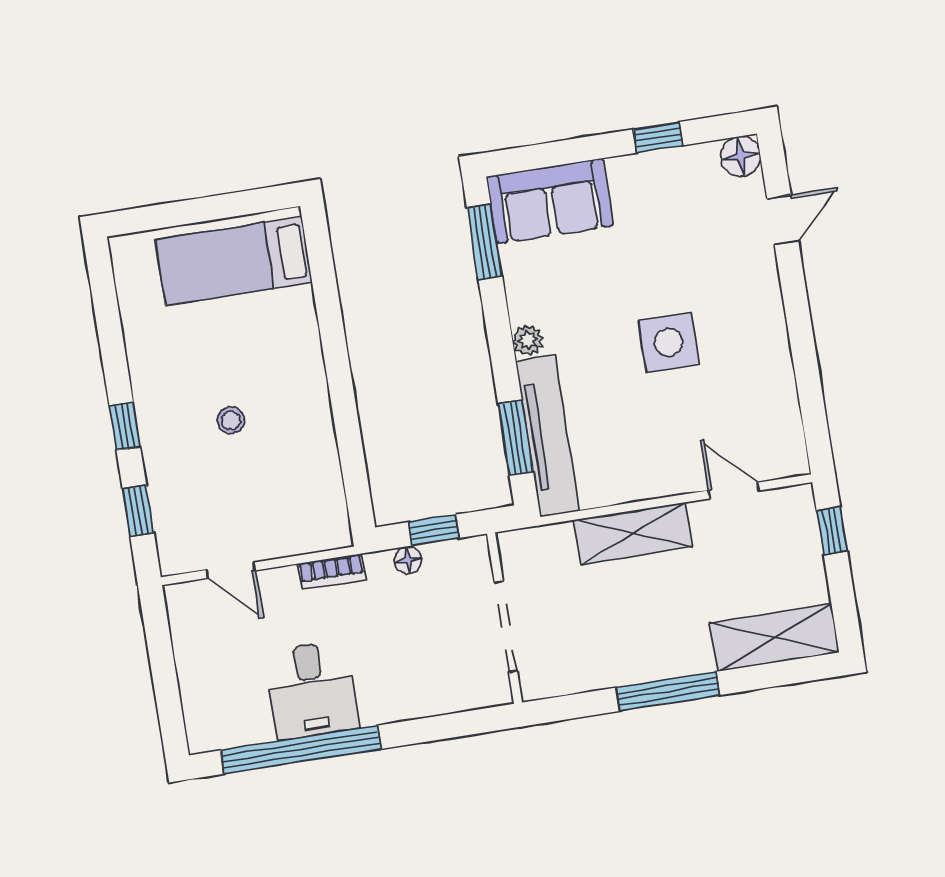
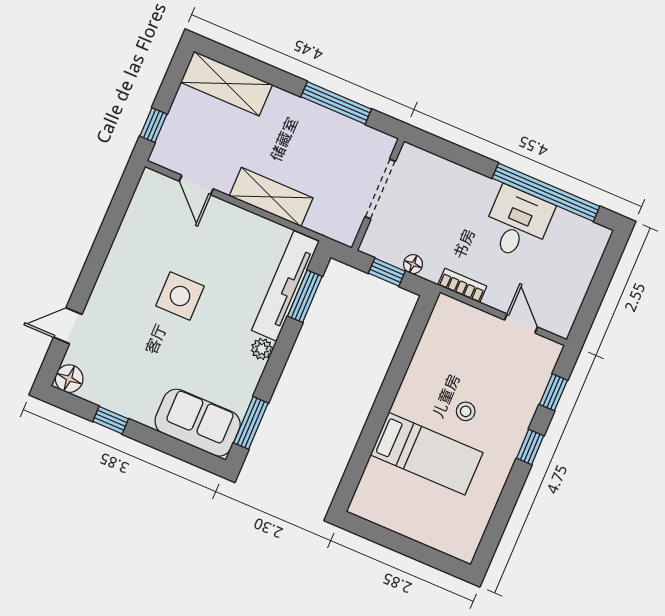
bed: (234, 261) -> (427, 454), moved
window: (668, 691) -> (336, 103), moved

